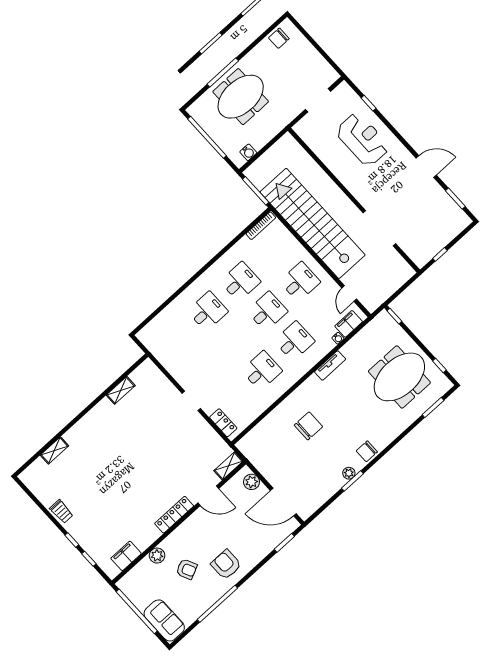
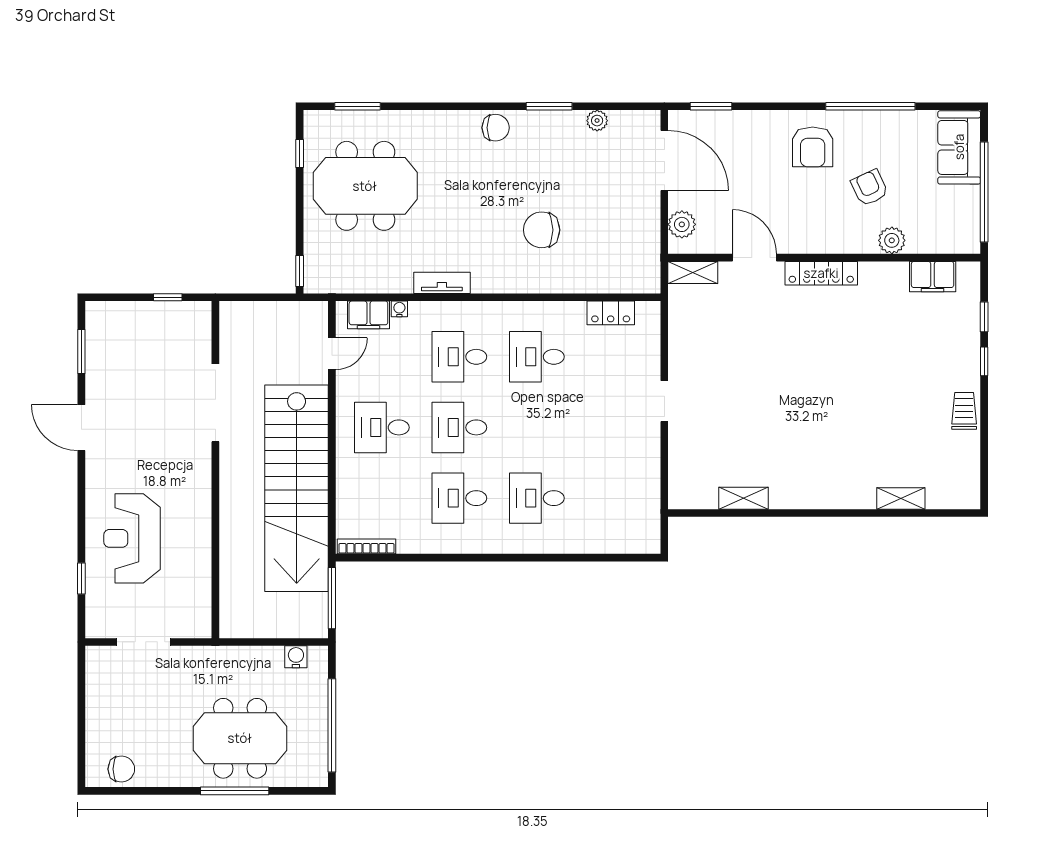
locker: (223, 423) -> (611, 313), moved, turned -90
plant: (349, 473) -> (597, 121), moved

